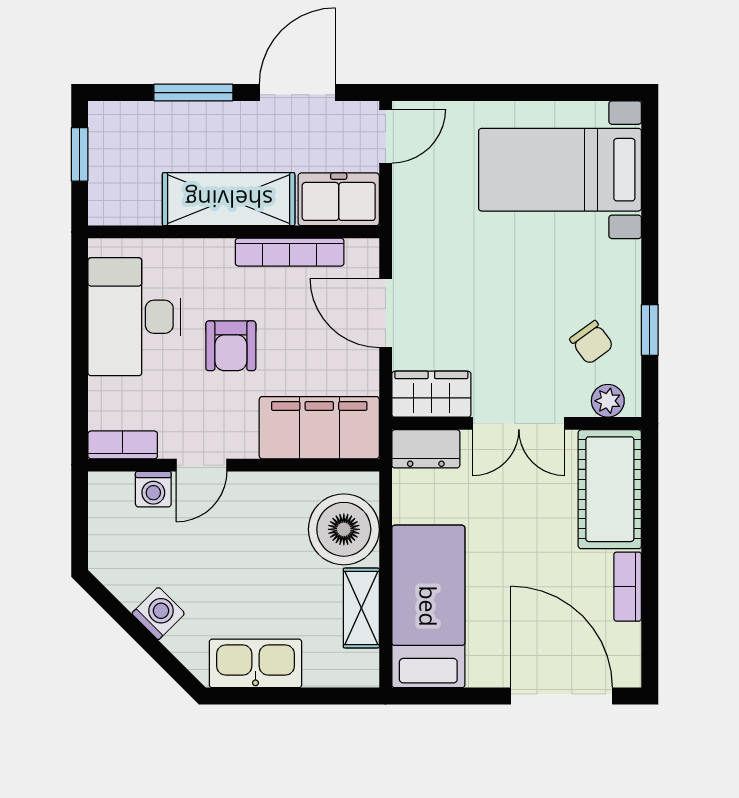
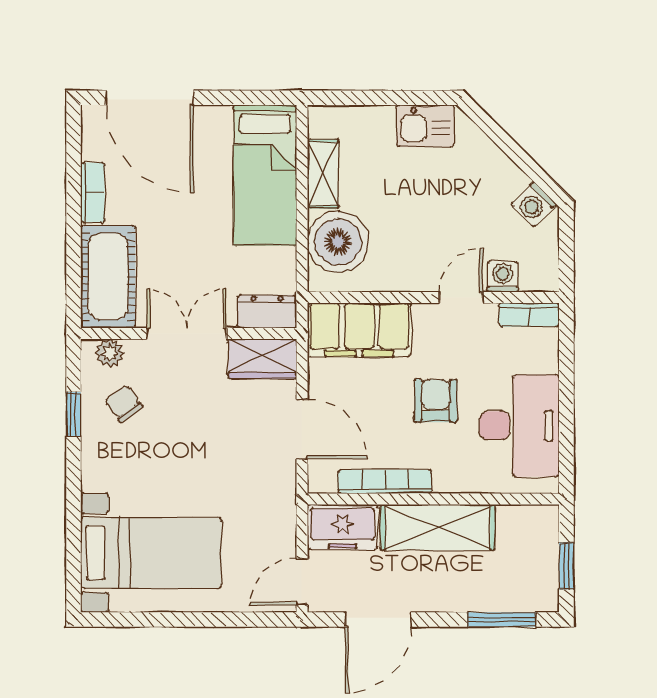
window: (193, 93) -> (502, 620), moved
washing machine: (158, 613) -> (534, 205), moved
kitchen sink: (255, 663) -> (425, 126), width x0.73

